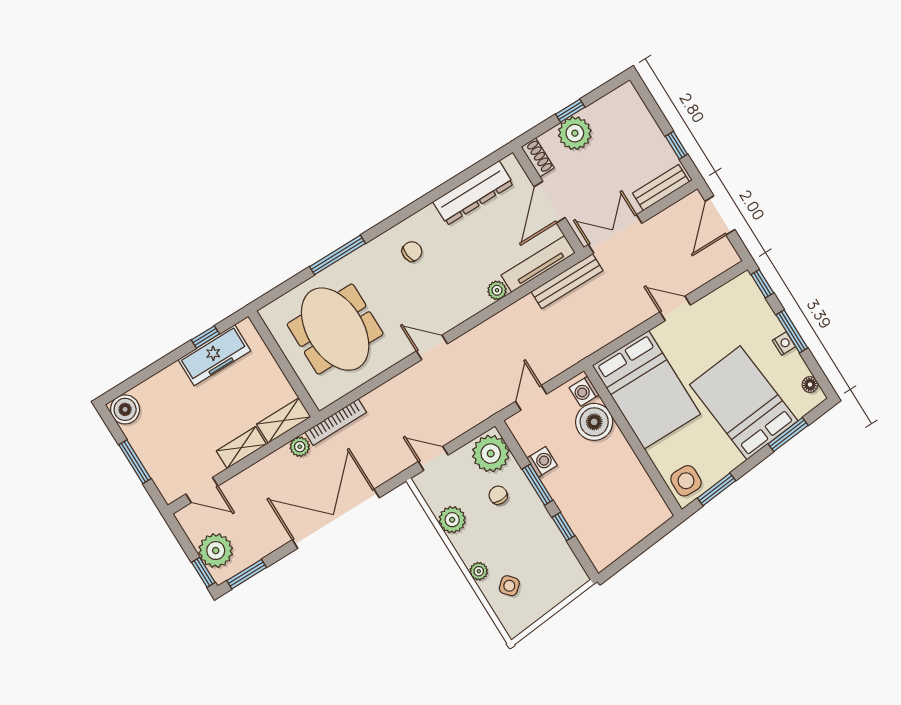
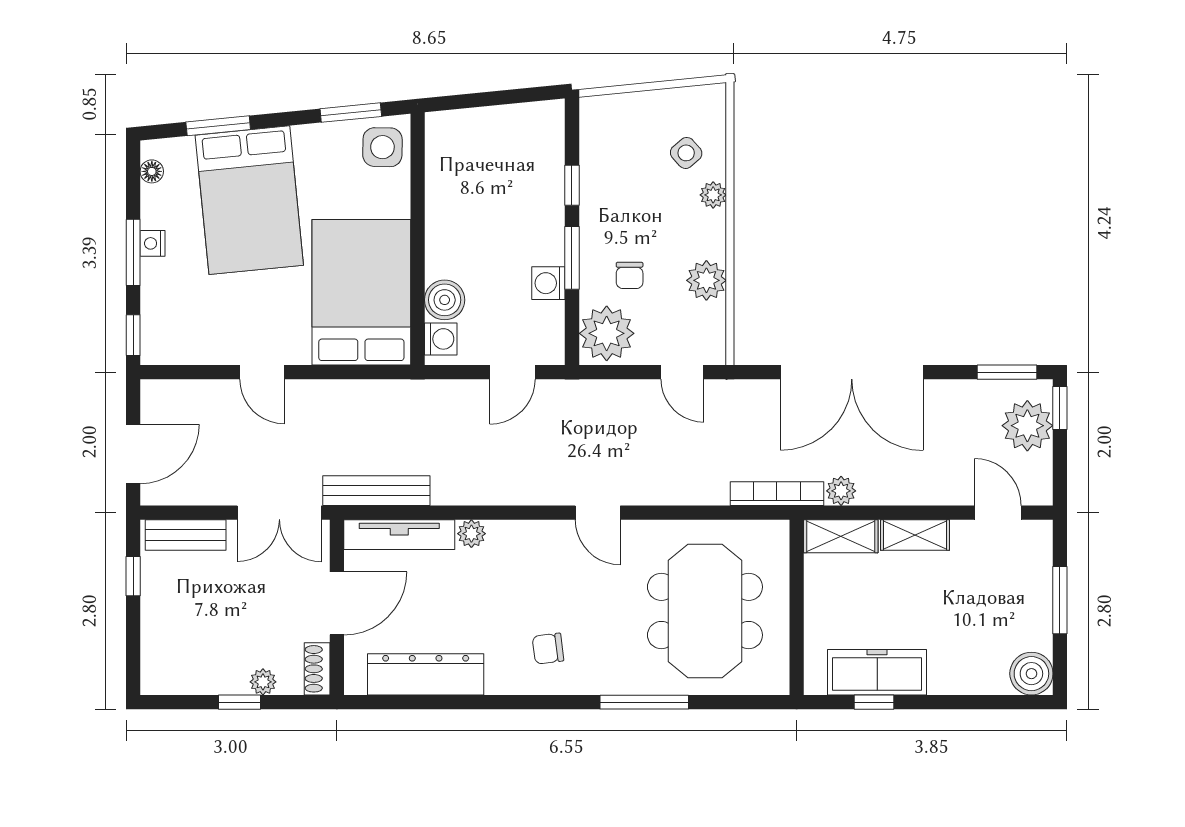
plant: (575, 133) -> (263, 682), width x0.53, depth x0.53
boiler: (594, 422) -> (445, 300), width x0.73, depth x0.73

